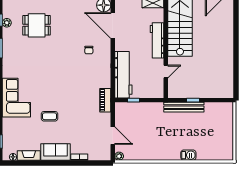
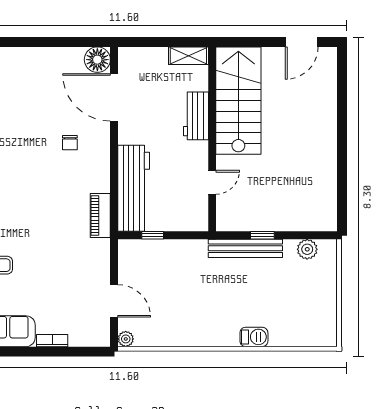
workbench: (157, 40) -> (196, 116), width x0.73
piano: (105, 100) -> (100, 215), moved
plant: (217, 108) -> (307, 249), added

